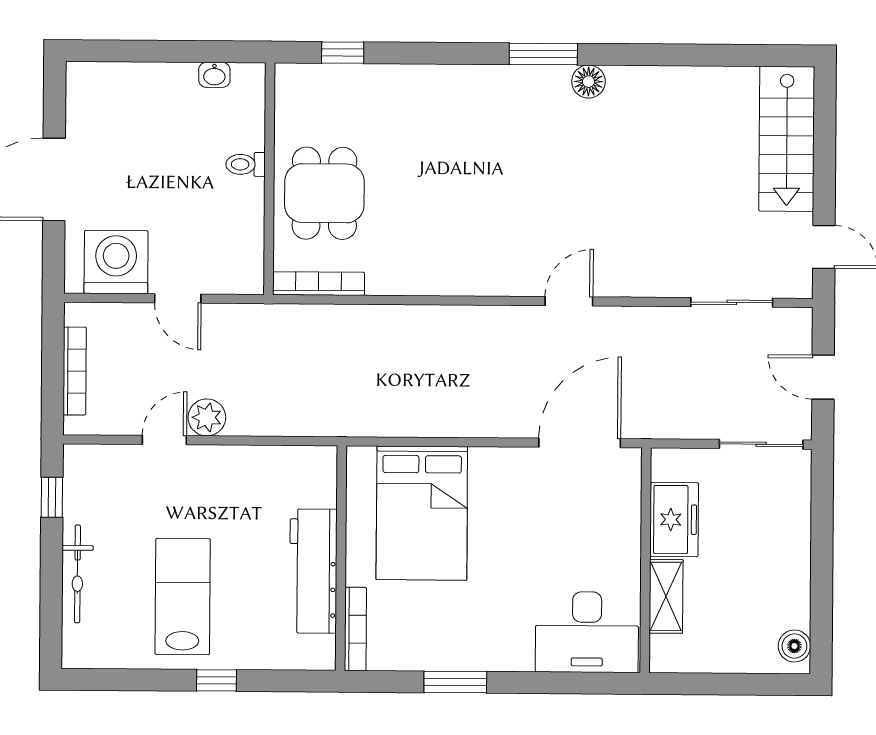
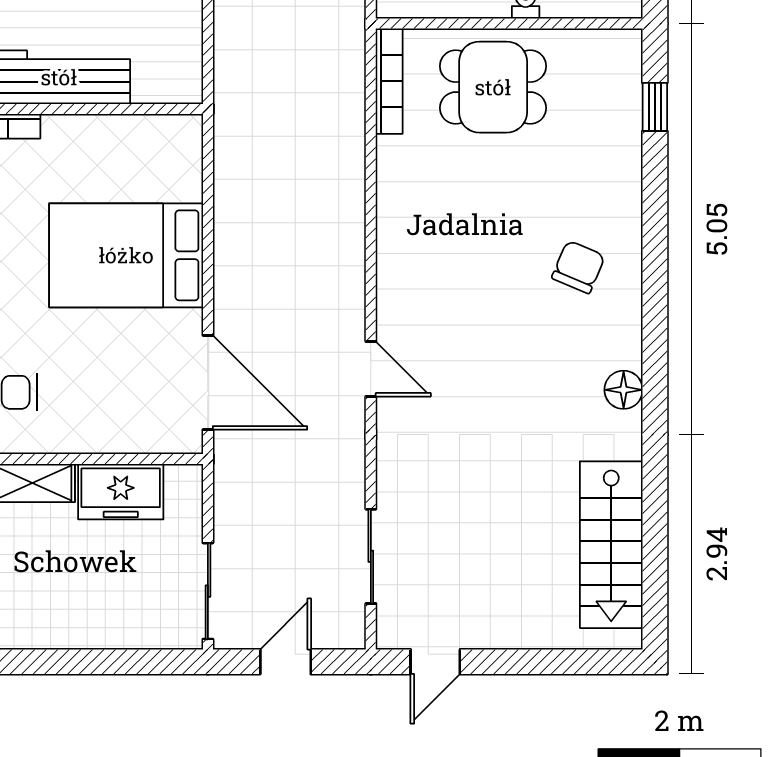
window: (543, 54) -> (655, 338), removed
chair: (481, 120) -> (578, 267), added
stairs: (787, 139) -> (611, 545), moved, turned -90
bed: (422, 513) -> (126, 255), moved

